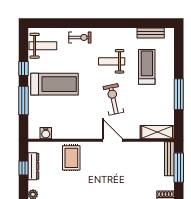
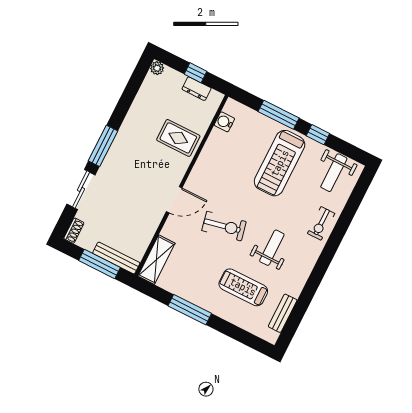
treadmill: (147, 67) -> (243, 287), turned 180
dresser: (33, 166) -> (197, 89), width x0.70

